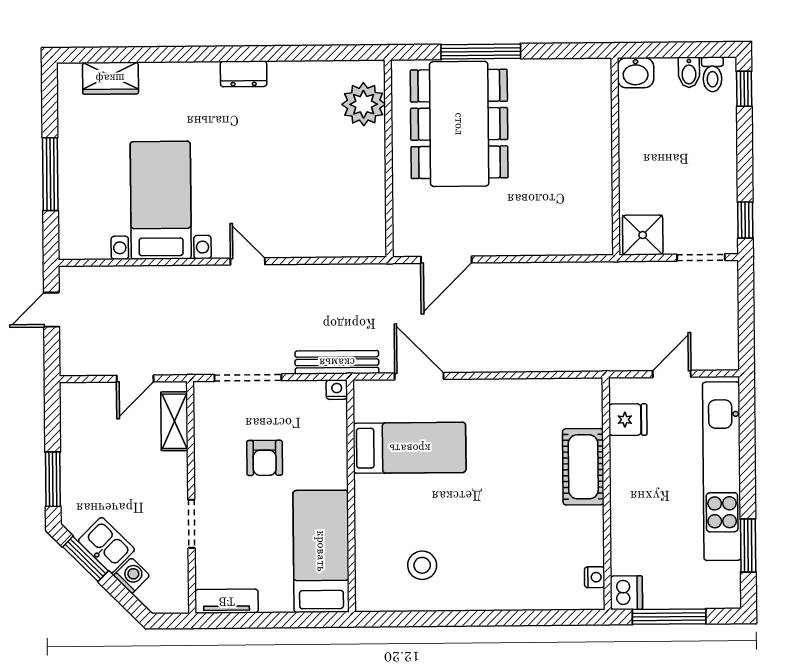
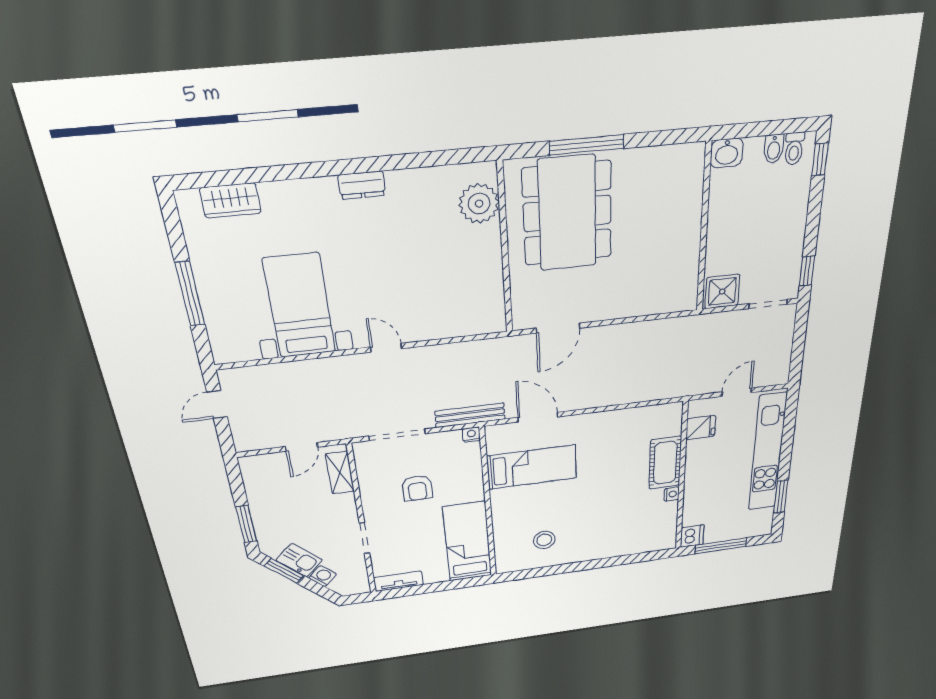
nightstand: (595, 577) -> (672, 494), moved

